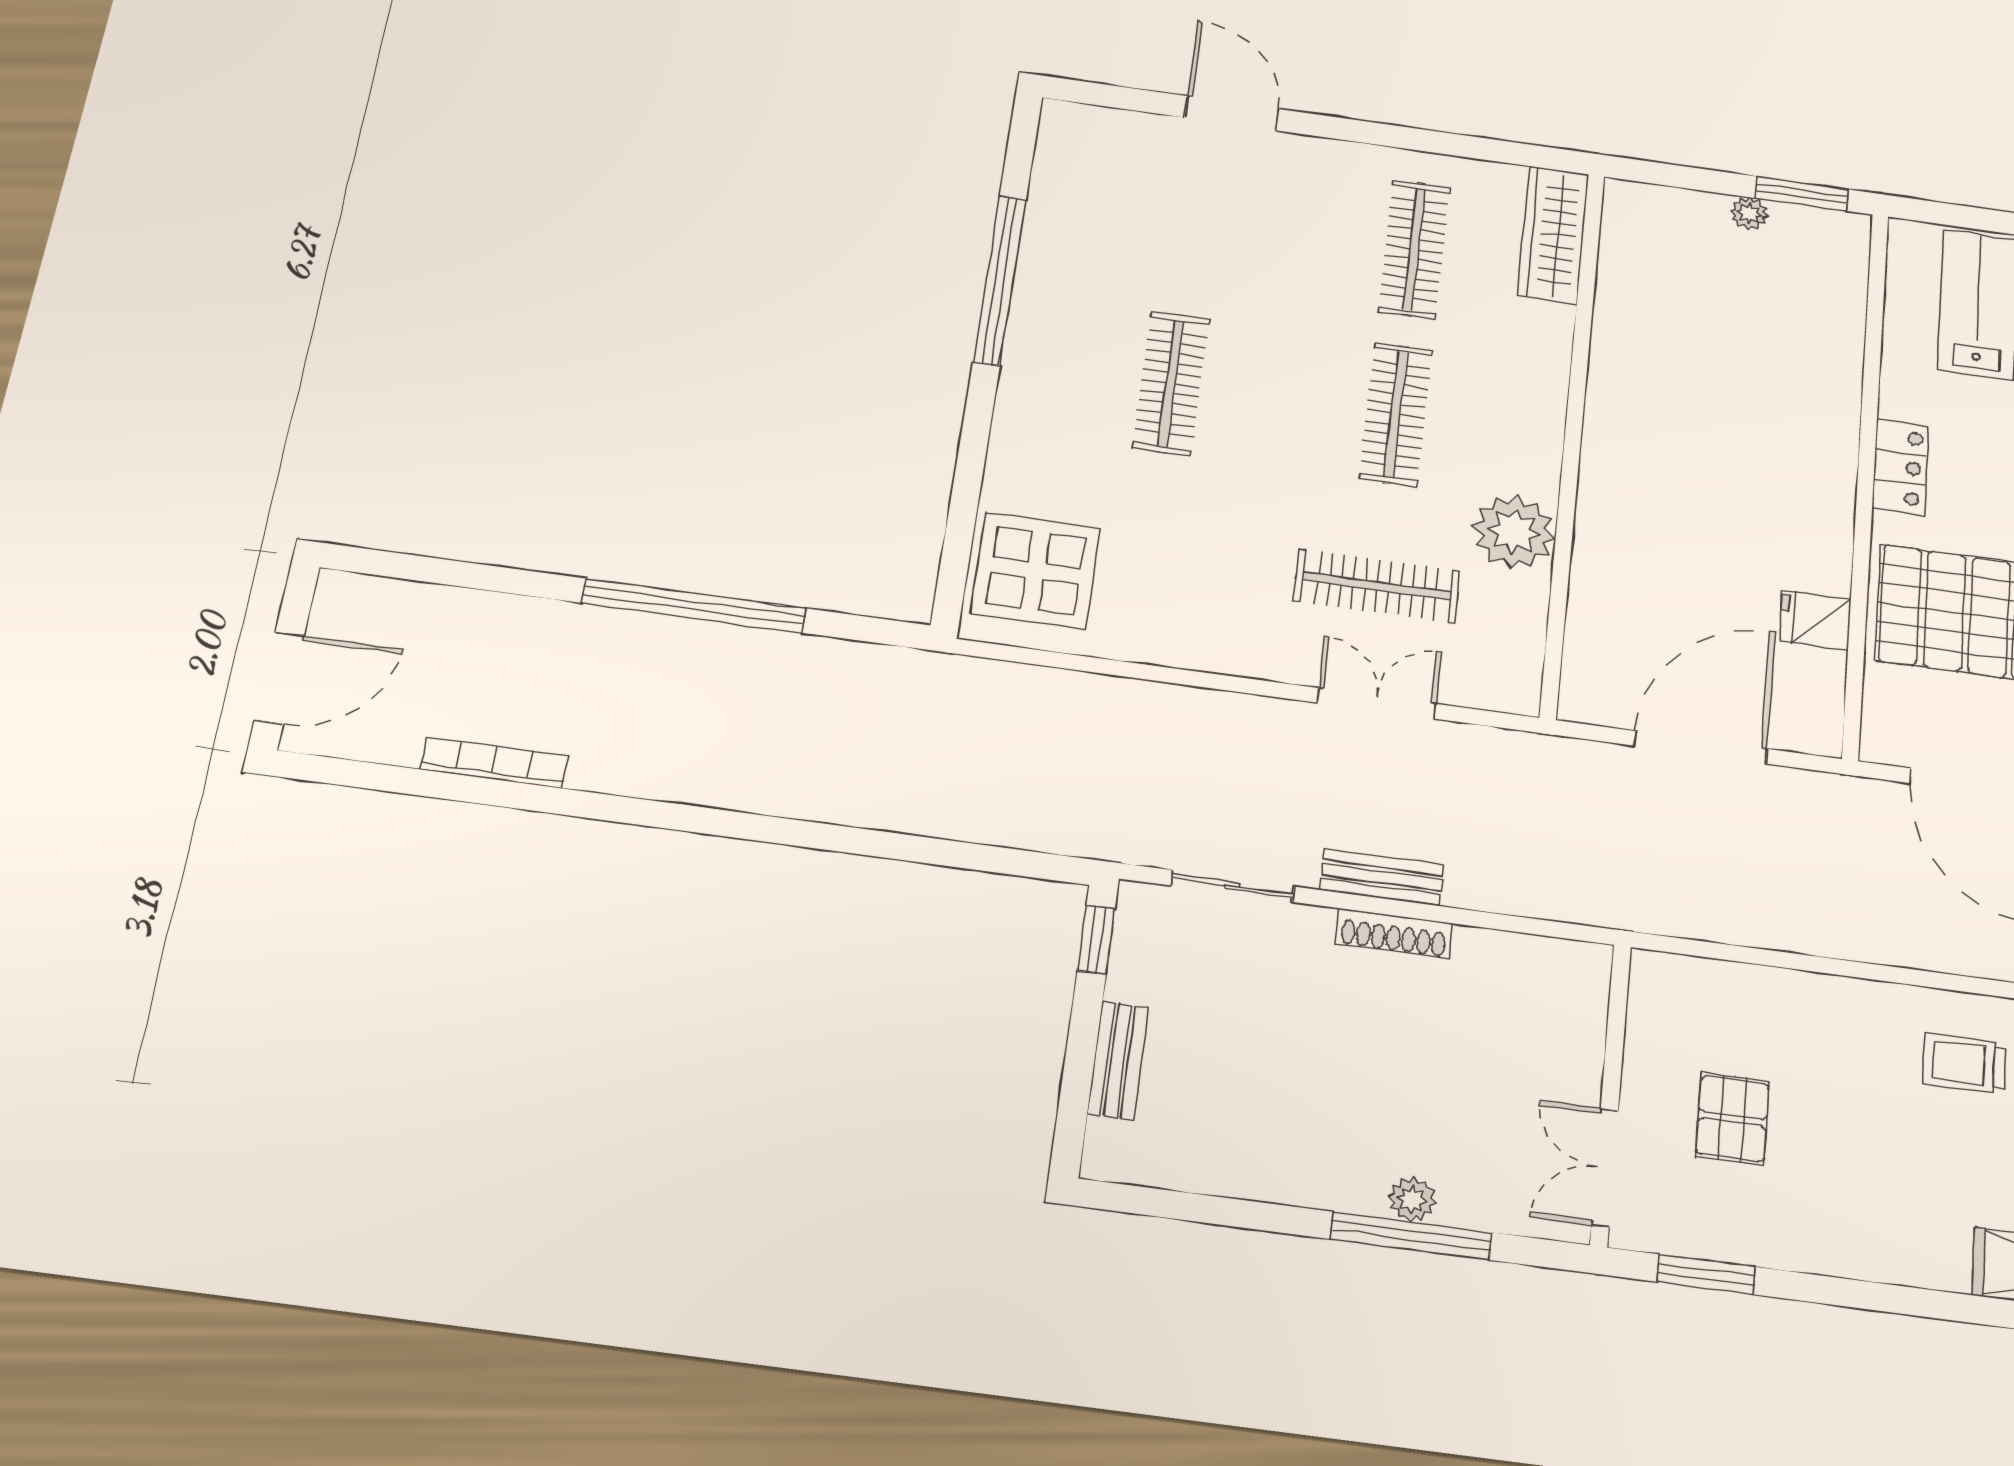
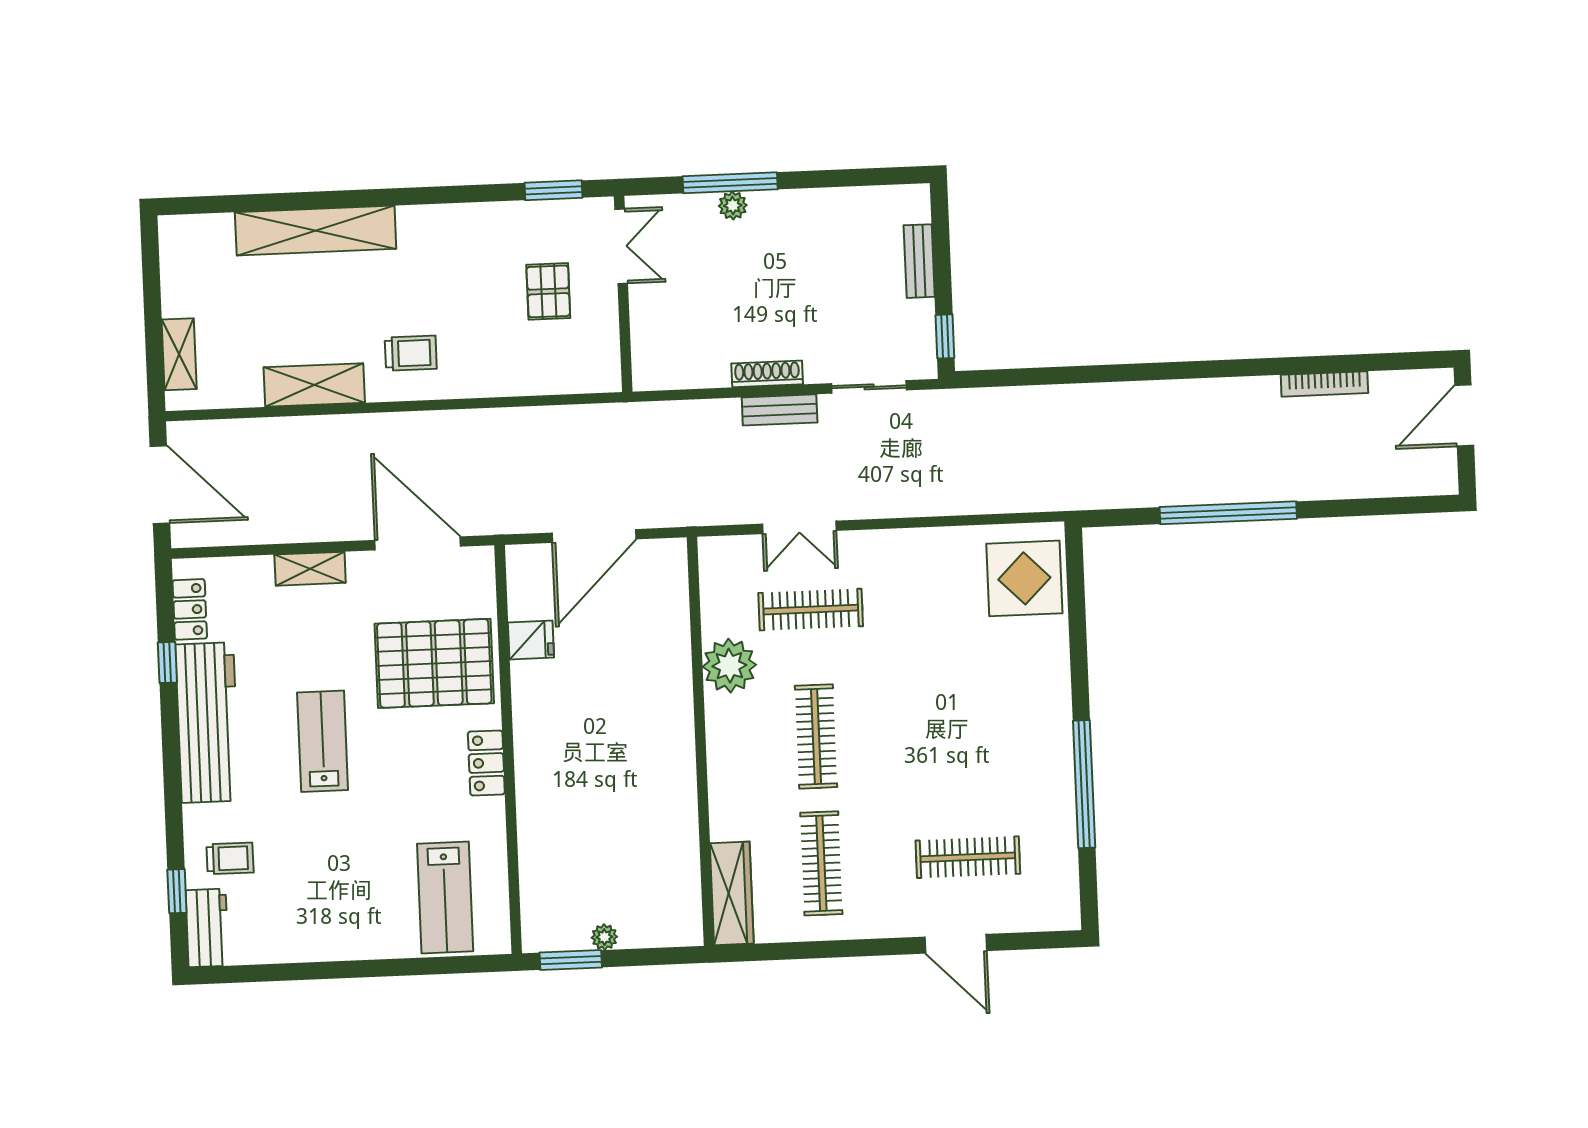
clothes rail: (1171, 383) -> (968, 857), moved, turned 90

